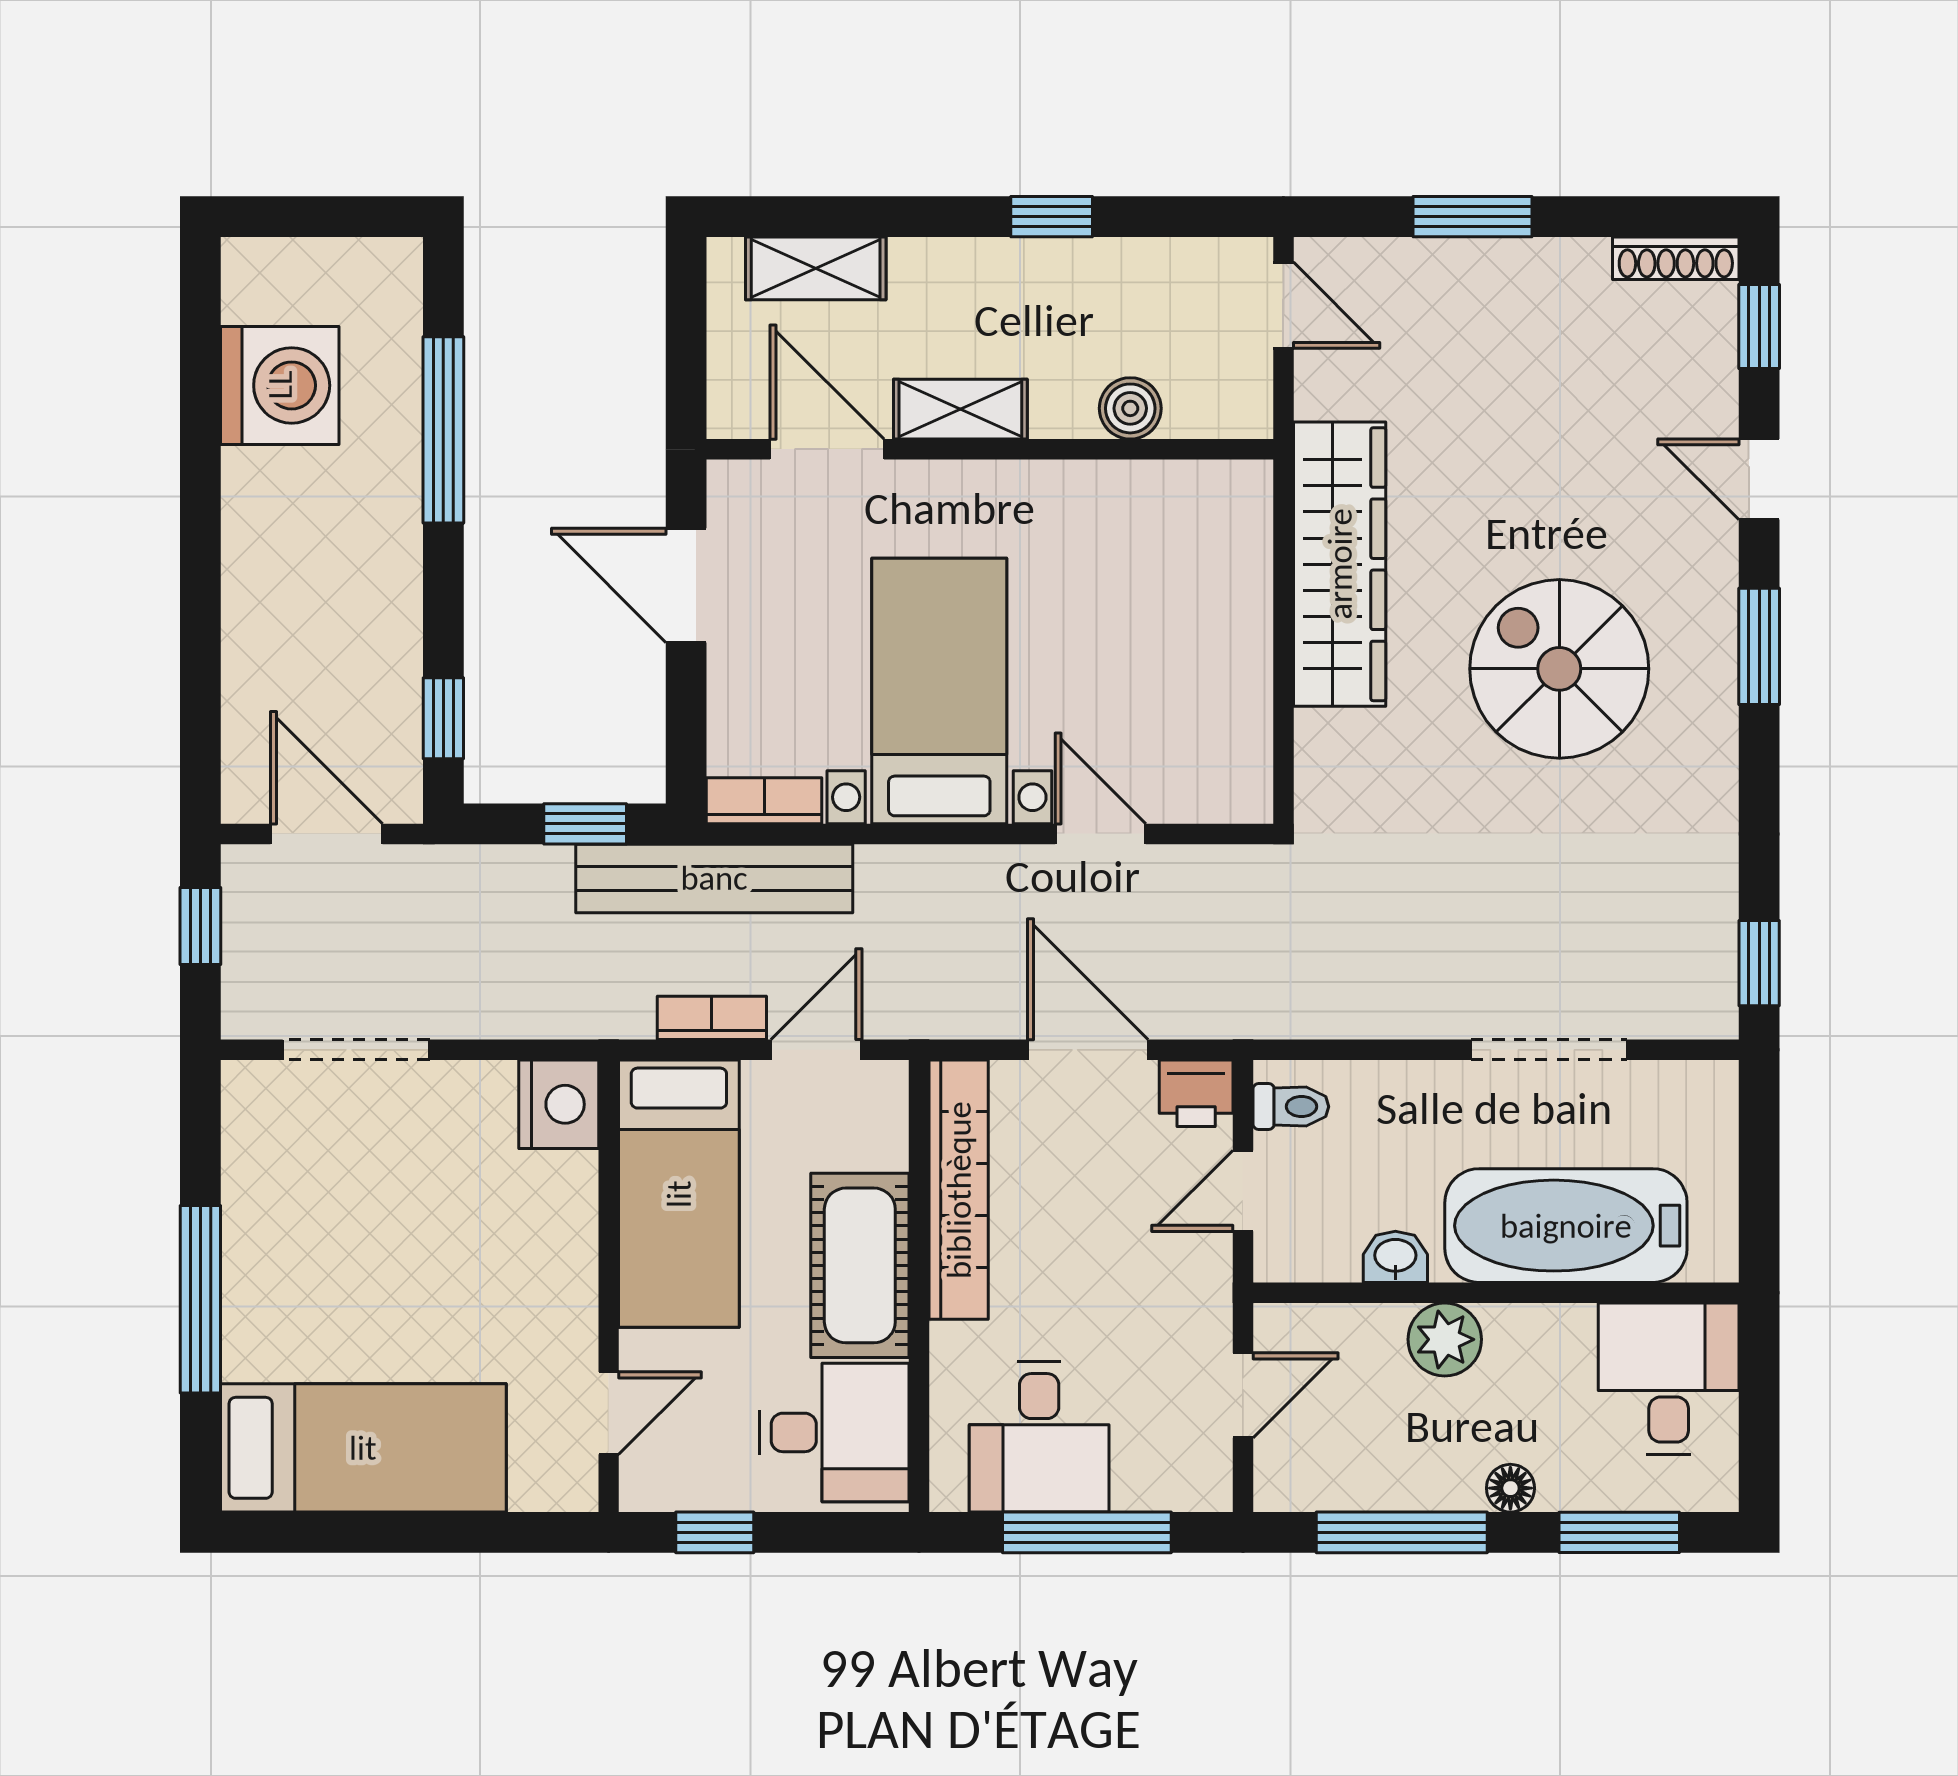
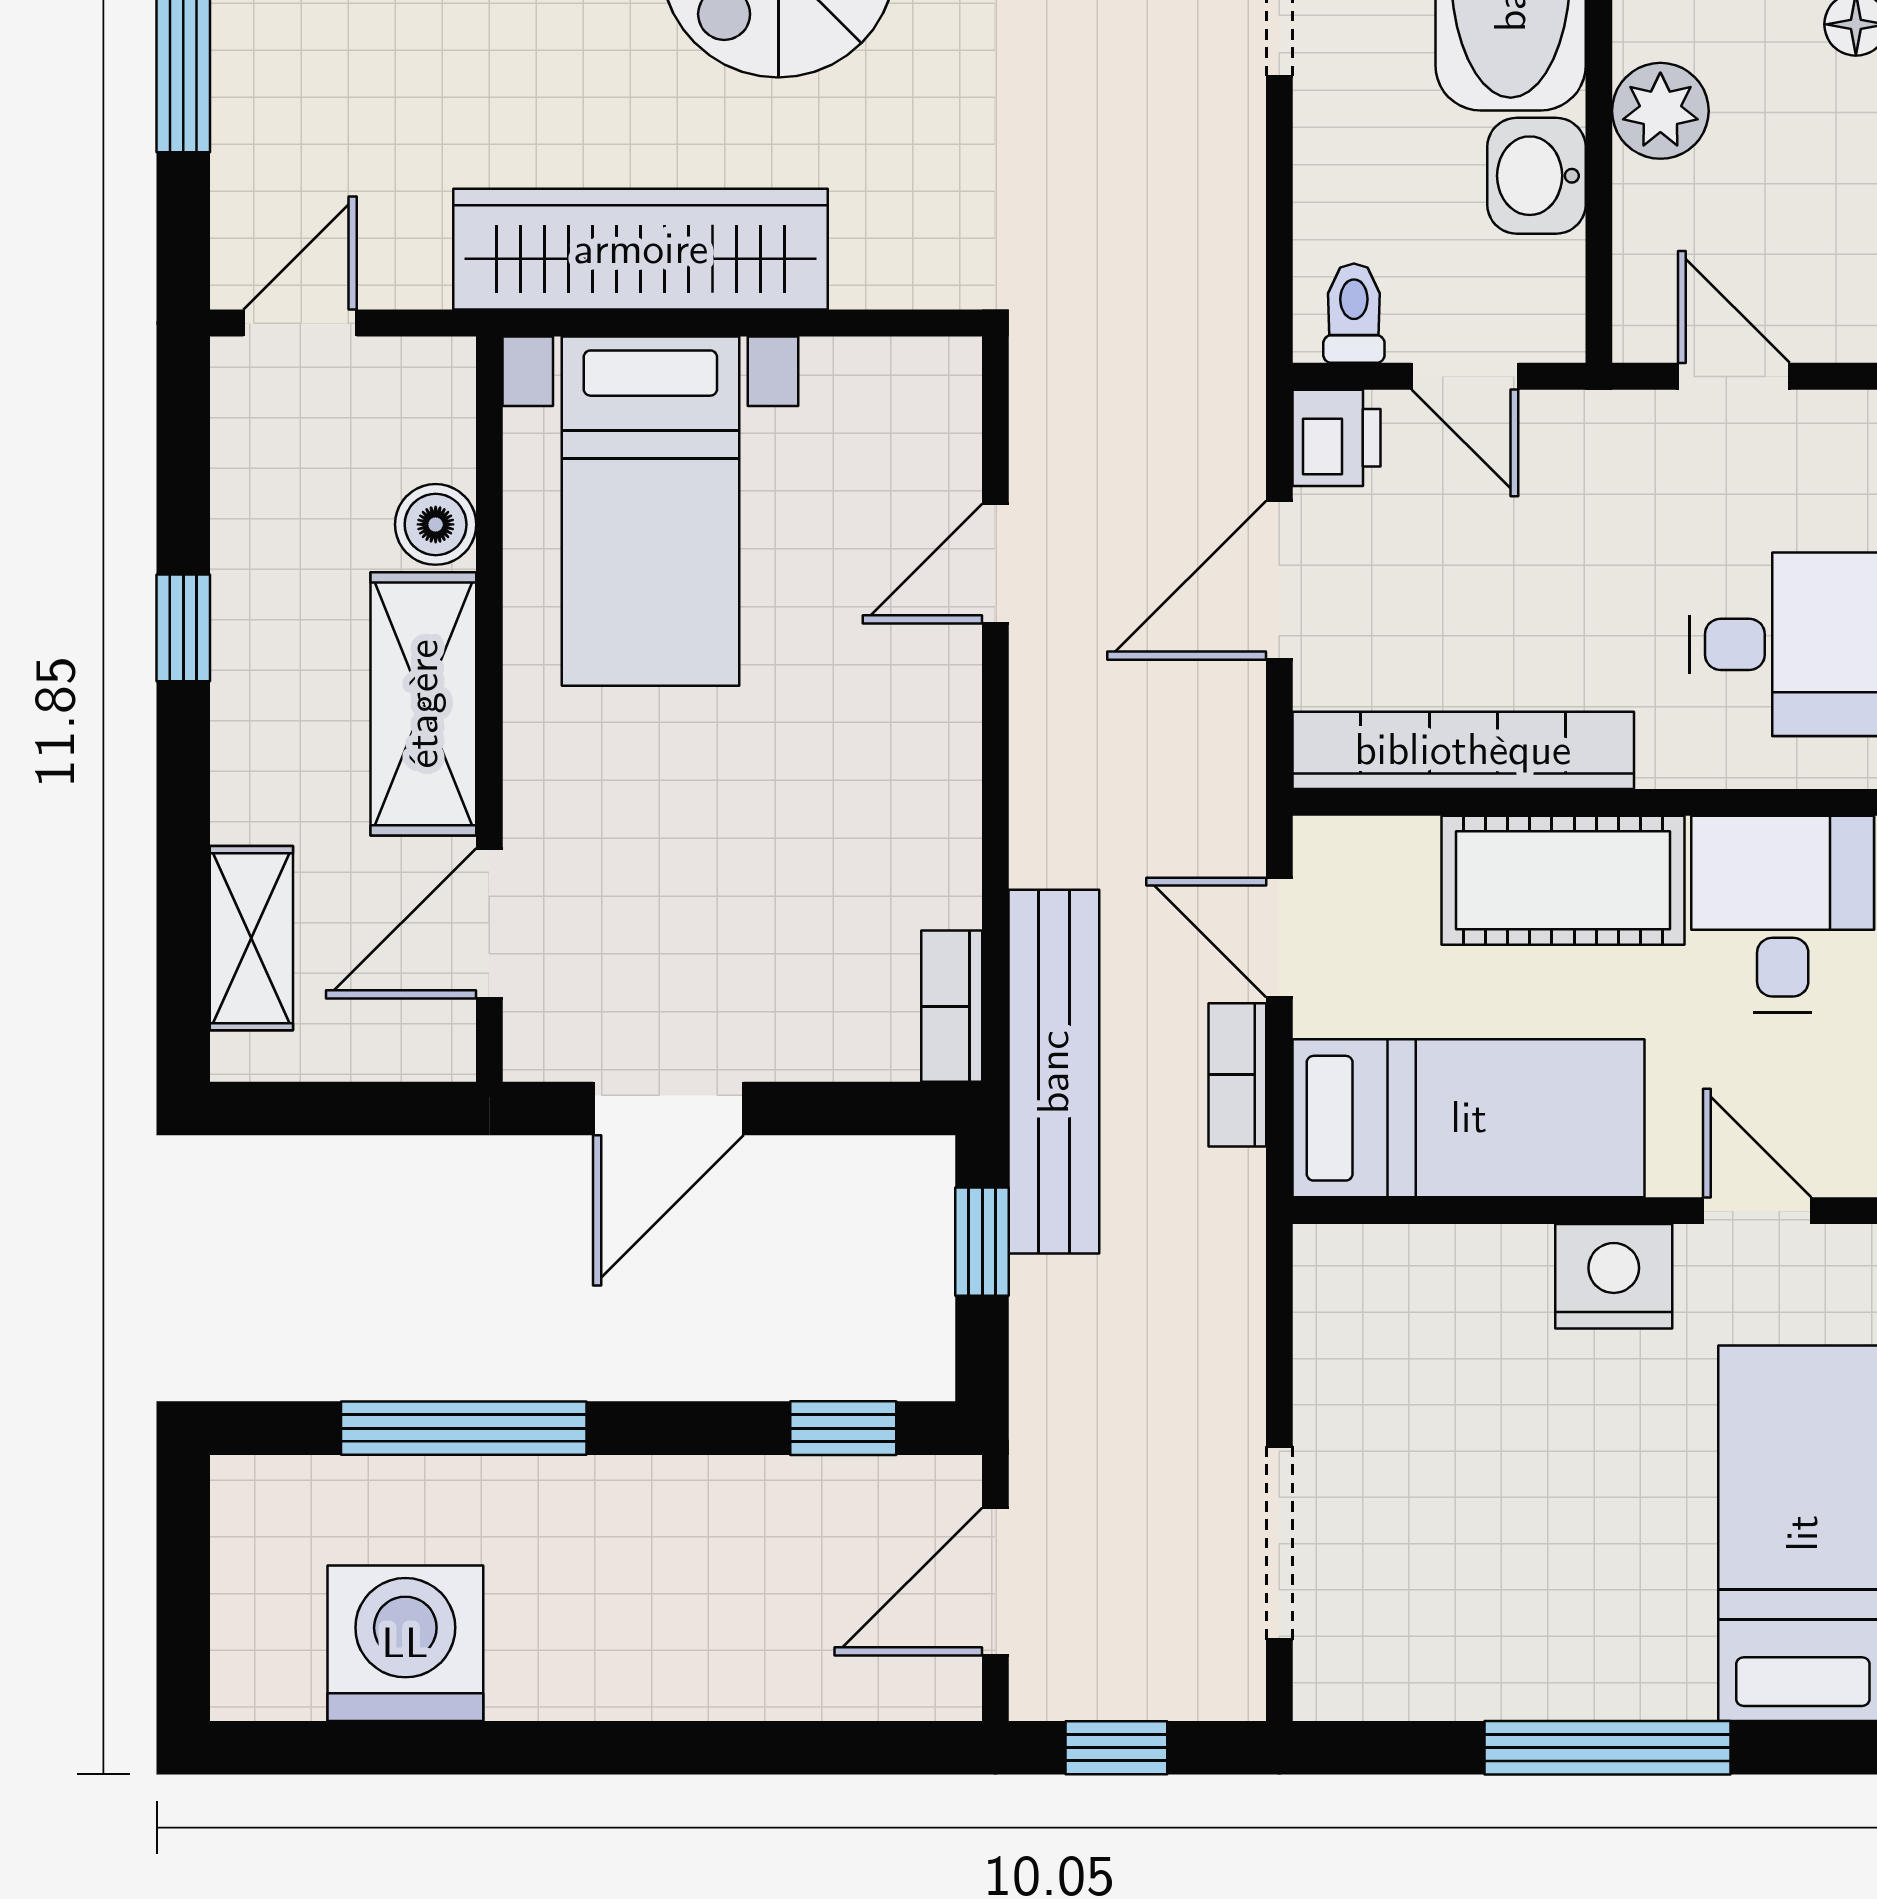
shelving: (960, 409) -> (423, 704), width x1.50, depth x1.33
bed with nightstands: (939, 691) -> (650, 511), moved, turned -90
nightstand: (559, 1104) -> (1614, 1276), moved
washbasin: (1395, 1257) -> (1536, 176), width x1.38, depth x1.45

